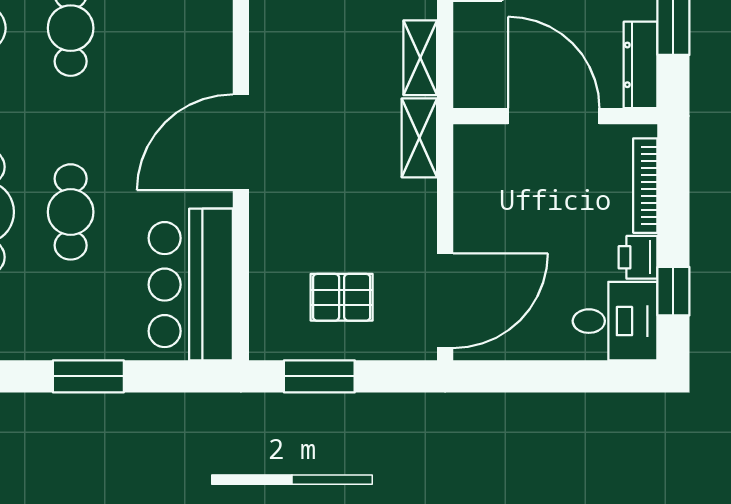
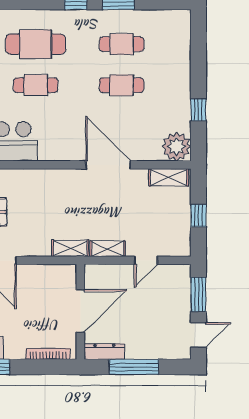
door: (241, 142) -> (108, 165), moved
printer: (638, 257) -> (14, 350), removed

